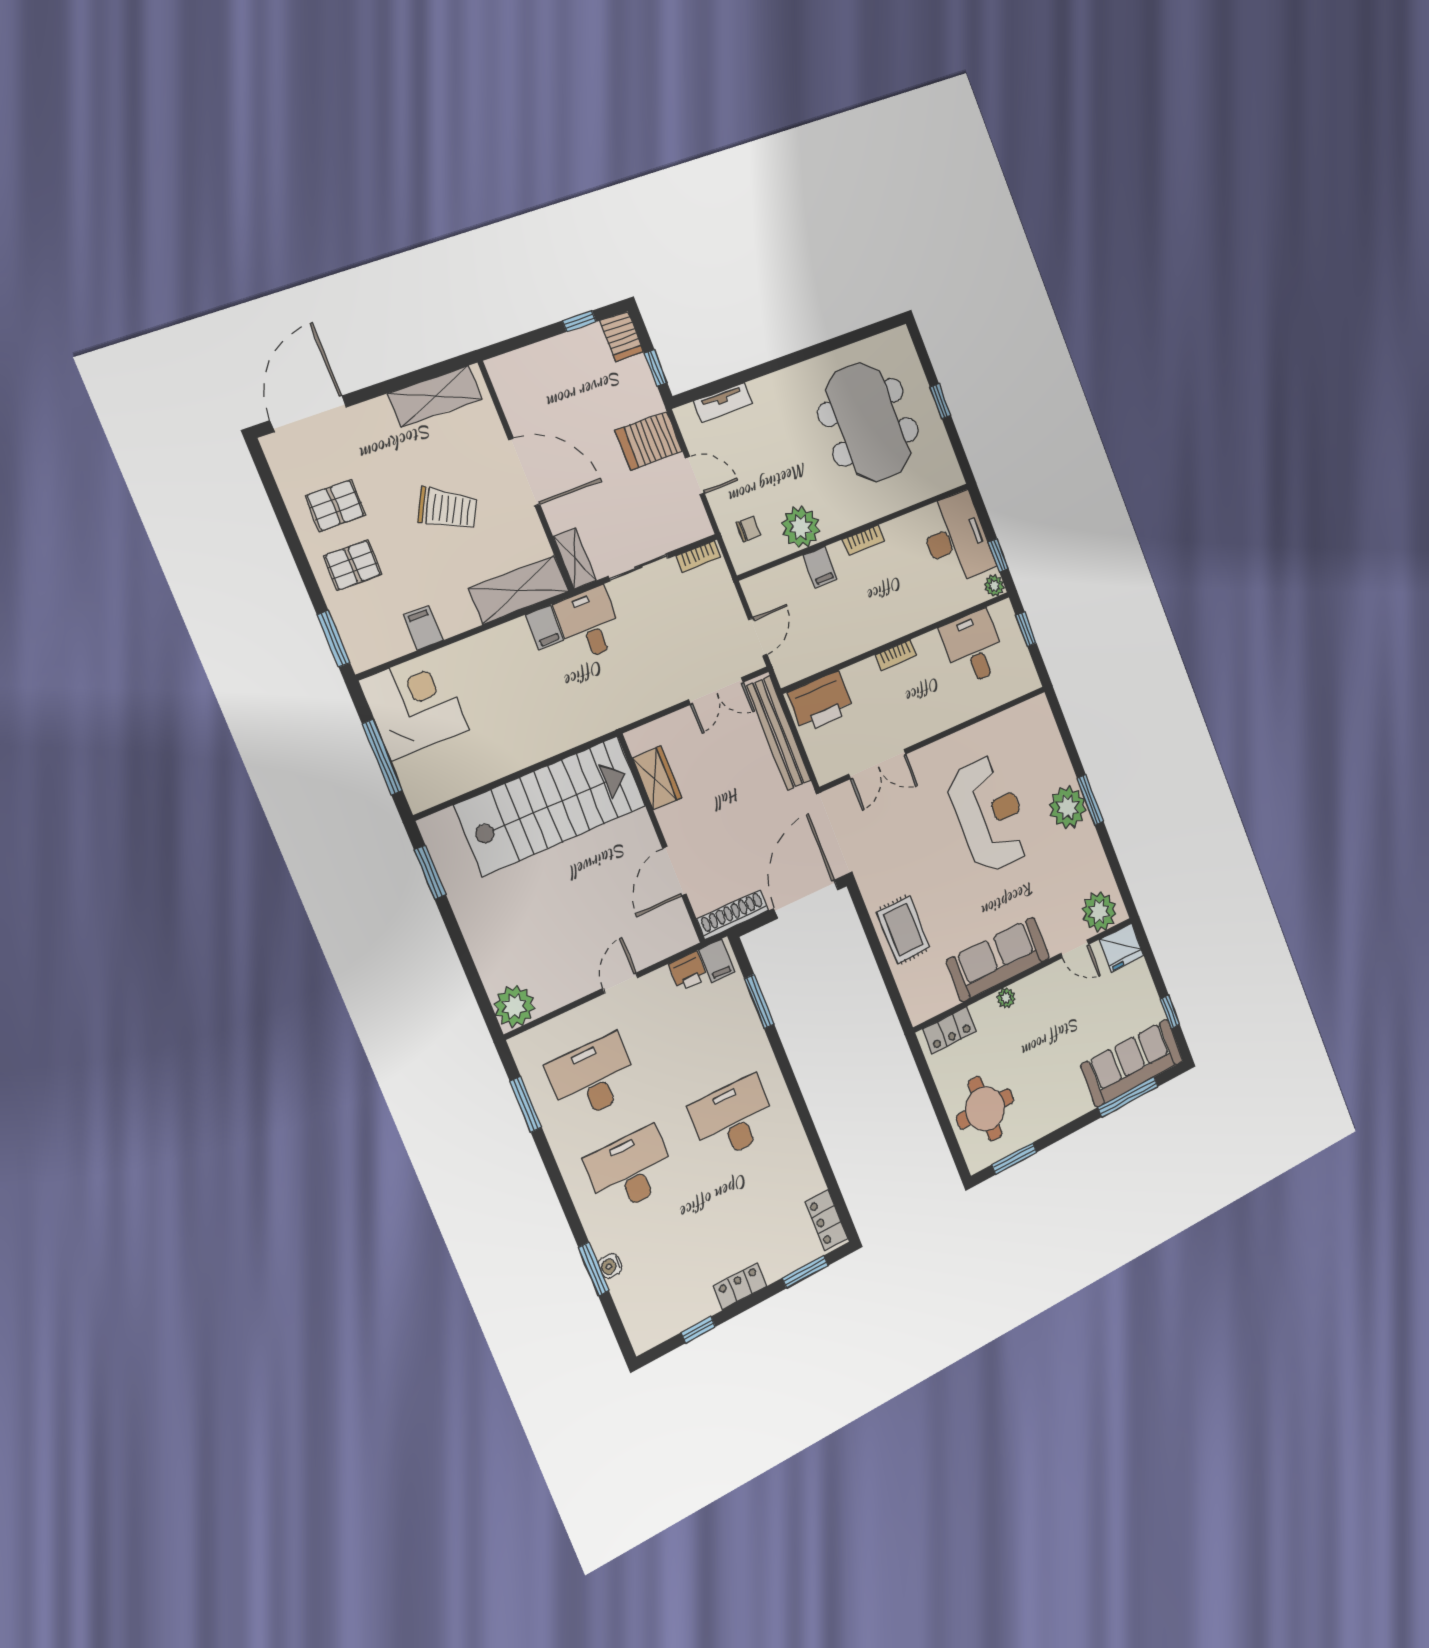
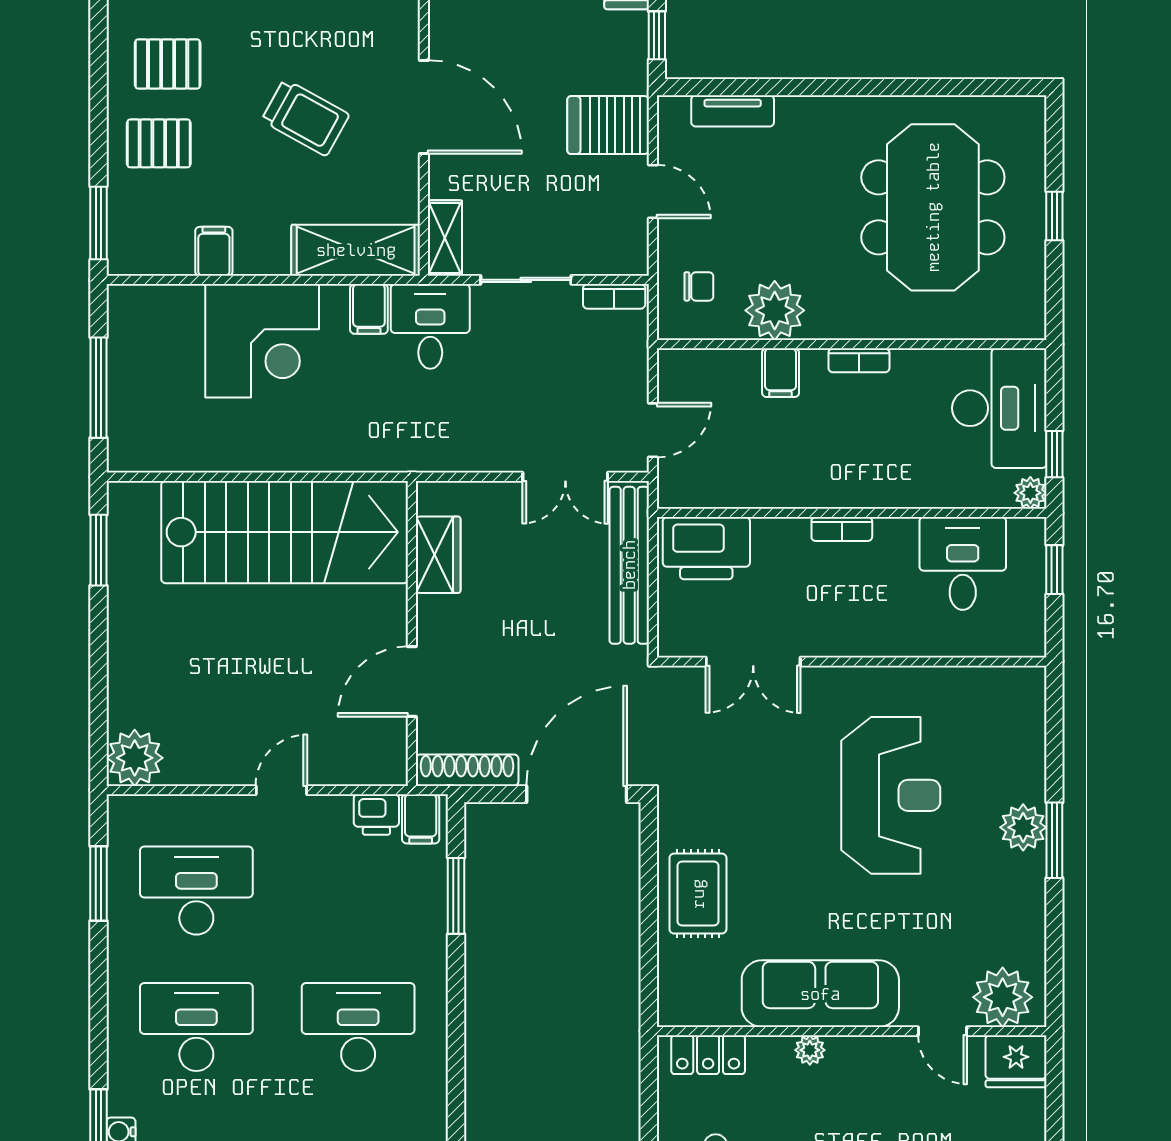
corner desk: (414, 705) -> (262, 341), moved, turned 90
plant: (1068, 807) -> (1023, 827), width x0.73, depth x0.73

